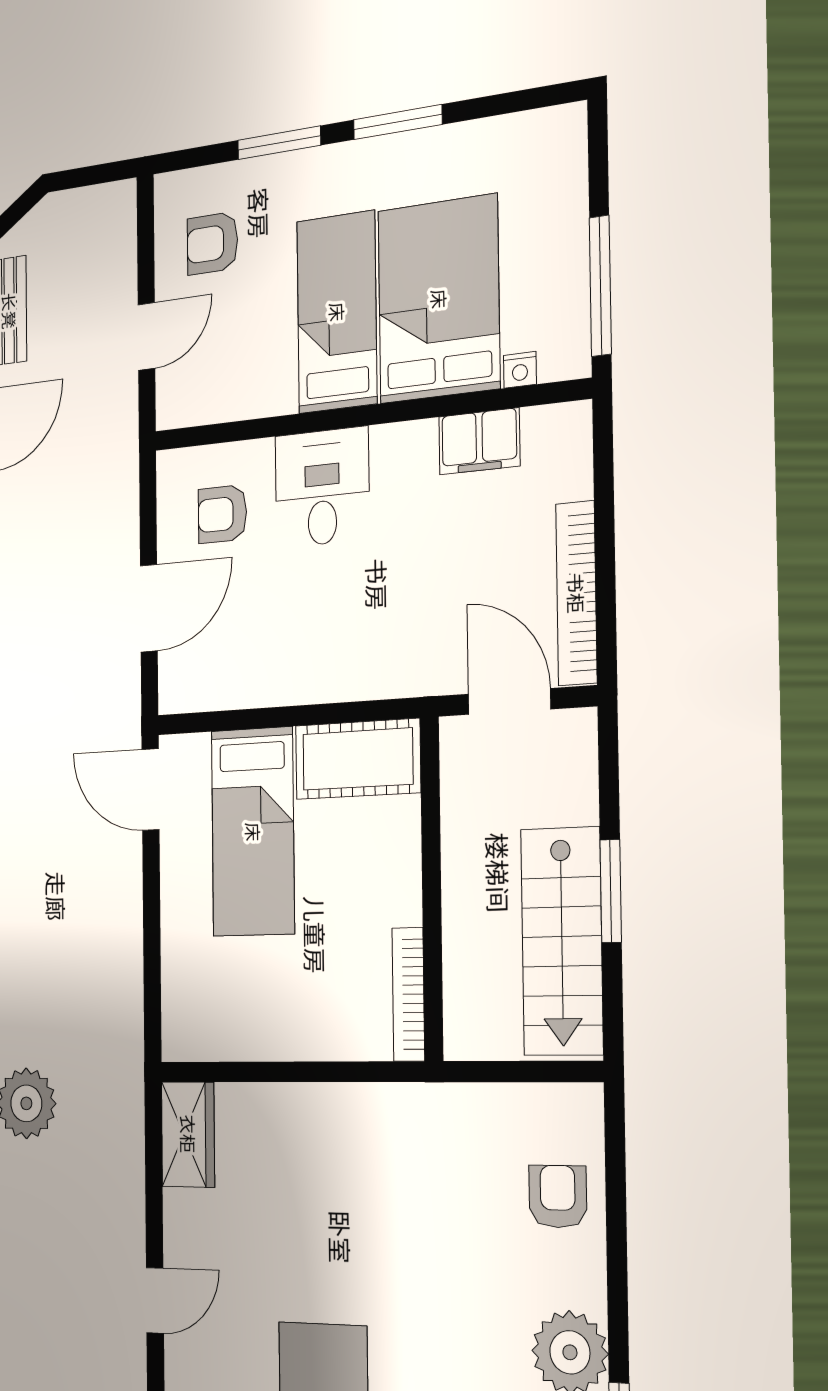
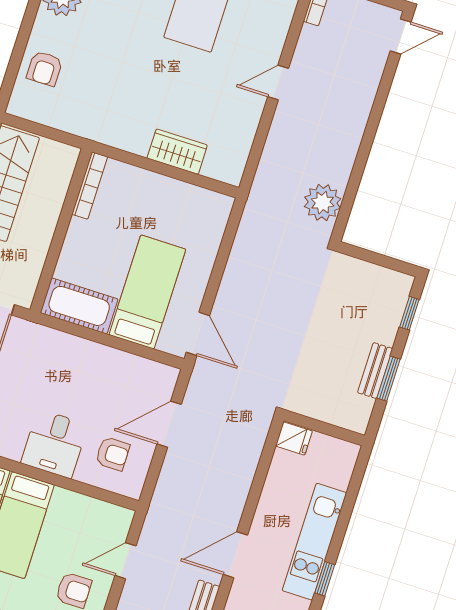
wardrobe: (188, 1134) -> (177, 152), moved, turned 90

